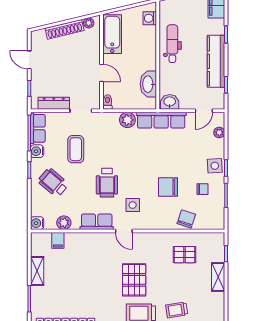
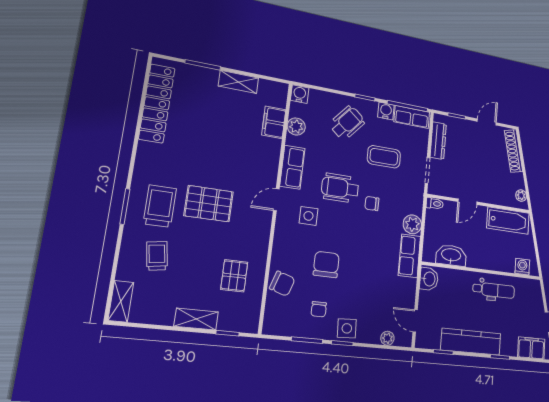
shoe rack: (65, 29) -> (514, 151), moved
row of seats: (161, 120) -> (409, 256), width x0.68
chair: (115, 155) -> (372, 203), added
filing cabinet: (58, 240) -> (274, 122), width x2.00

